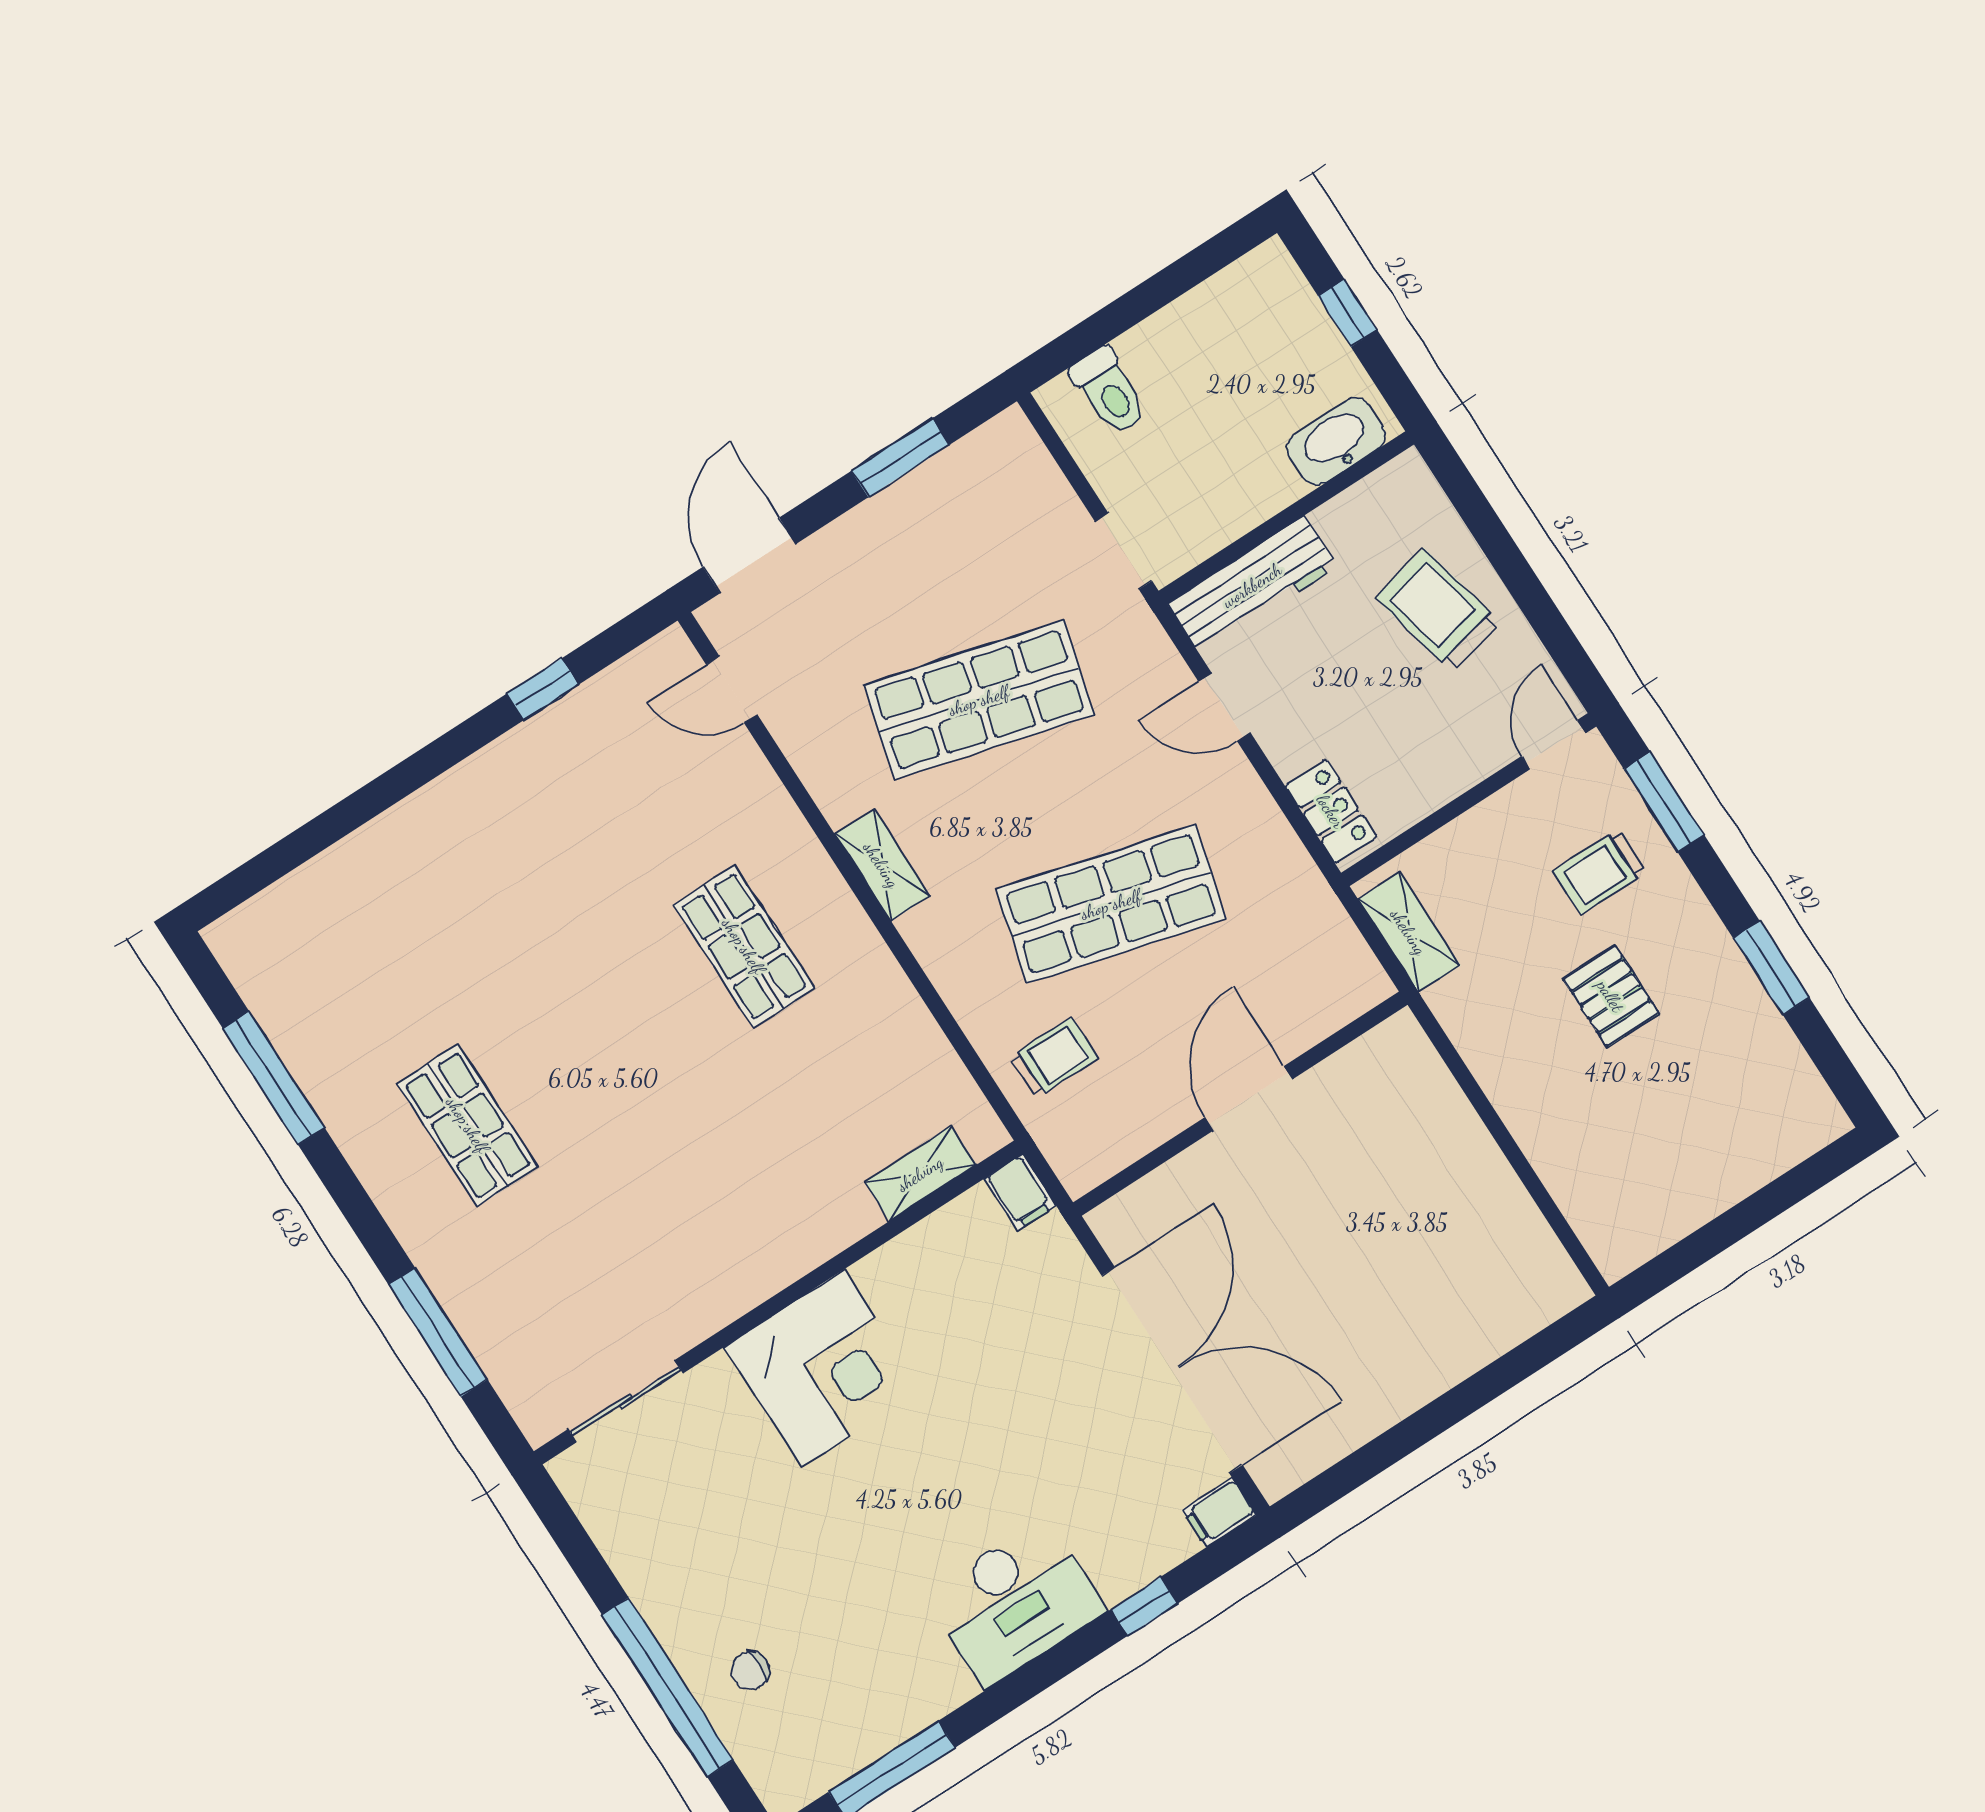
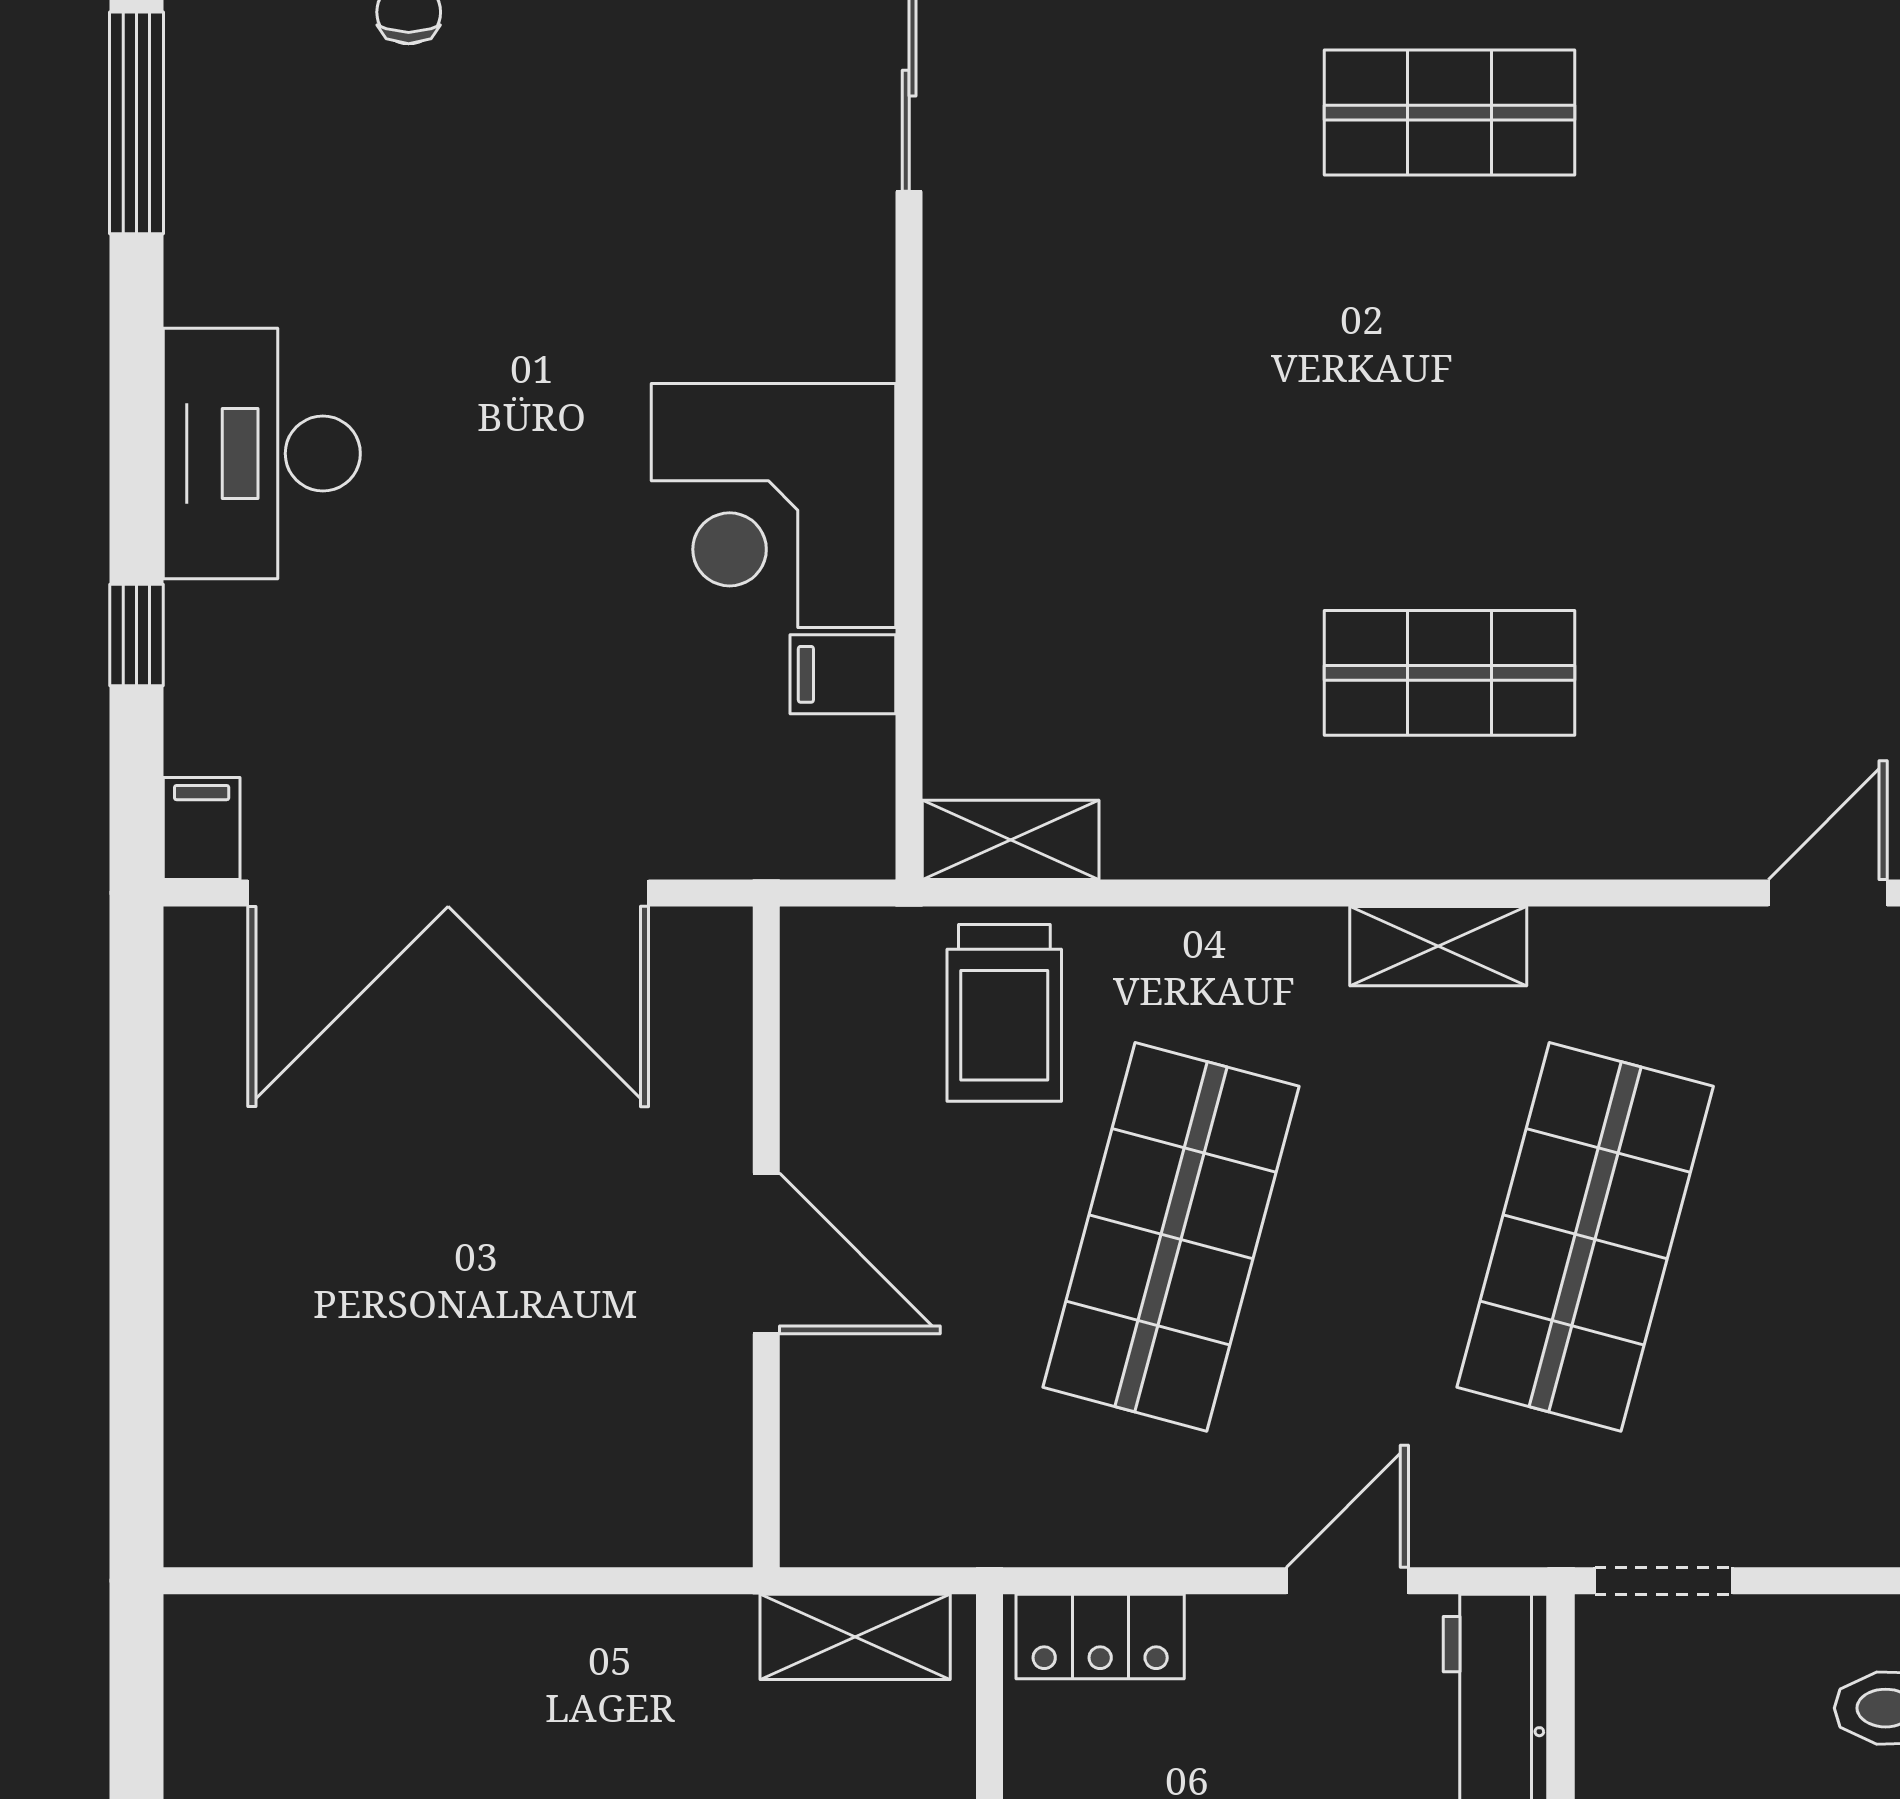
trolley: (1054, 1058) -> (1004, 1013), width x1.36, depth x1.39
shelving: (920, 1173) -> (1011, 840), moved, turned 90
filing cabinet: (1020, 1192) -> (843, 674), moved
corner desk: (823, 1368) -> (774, 505), moved

